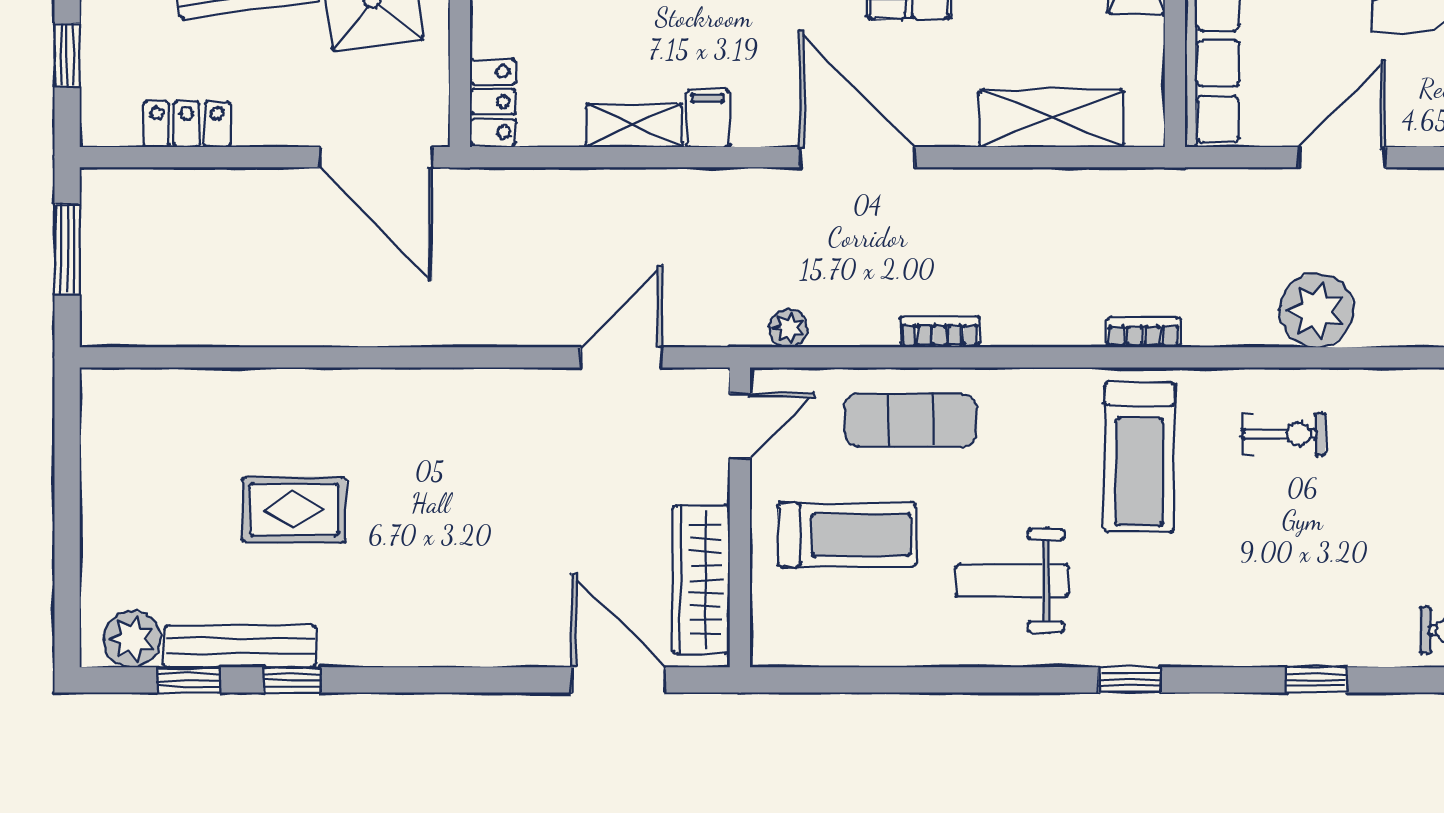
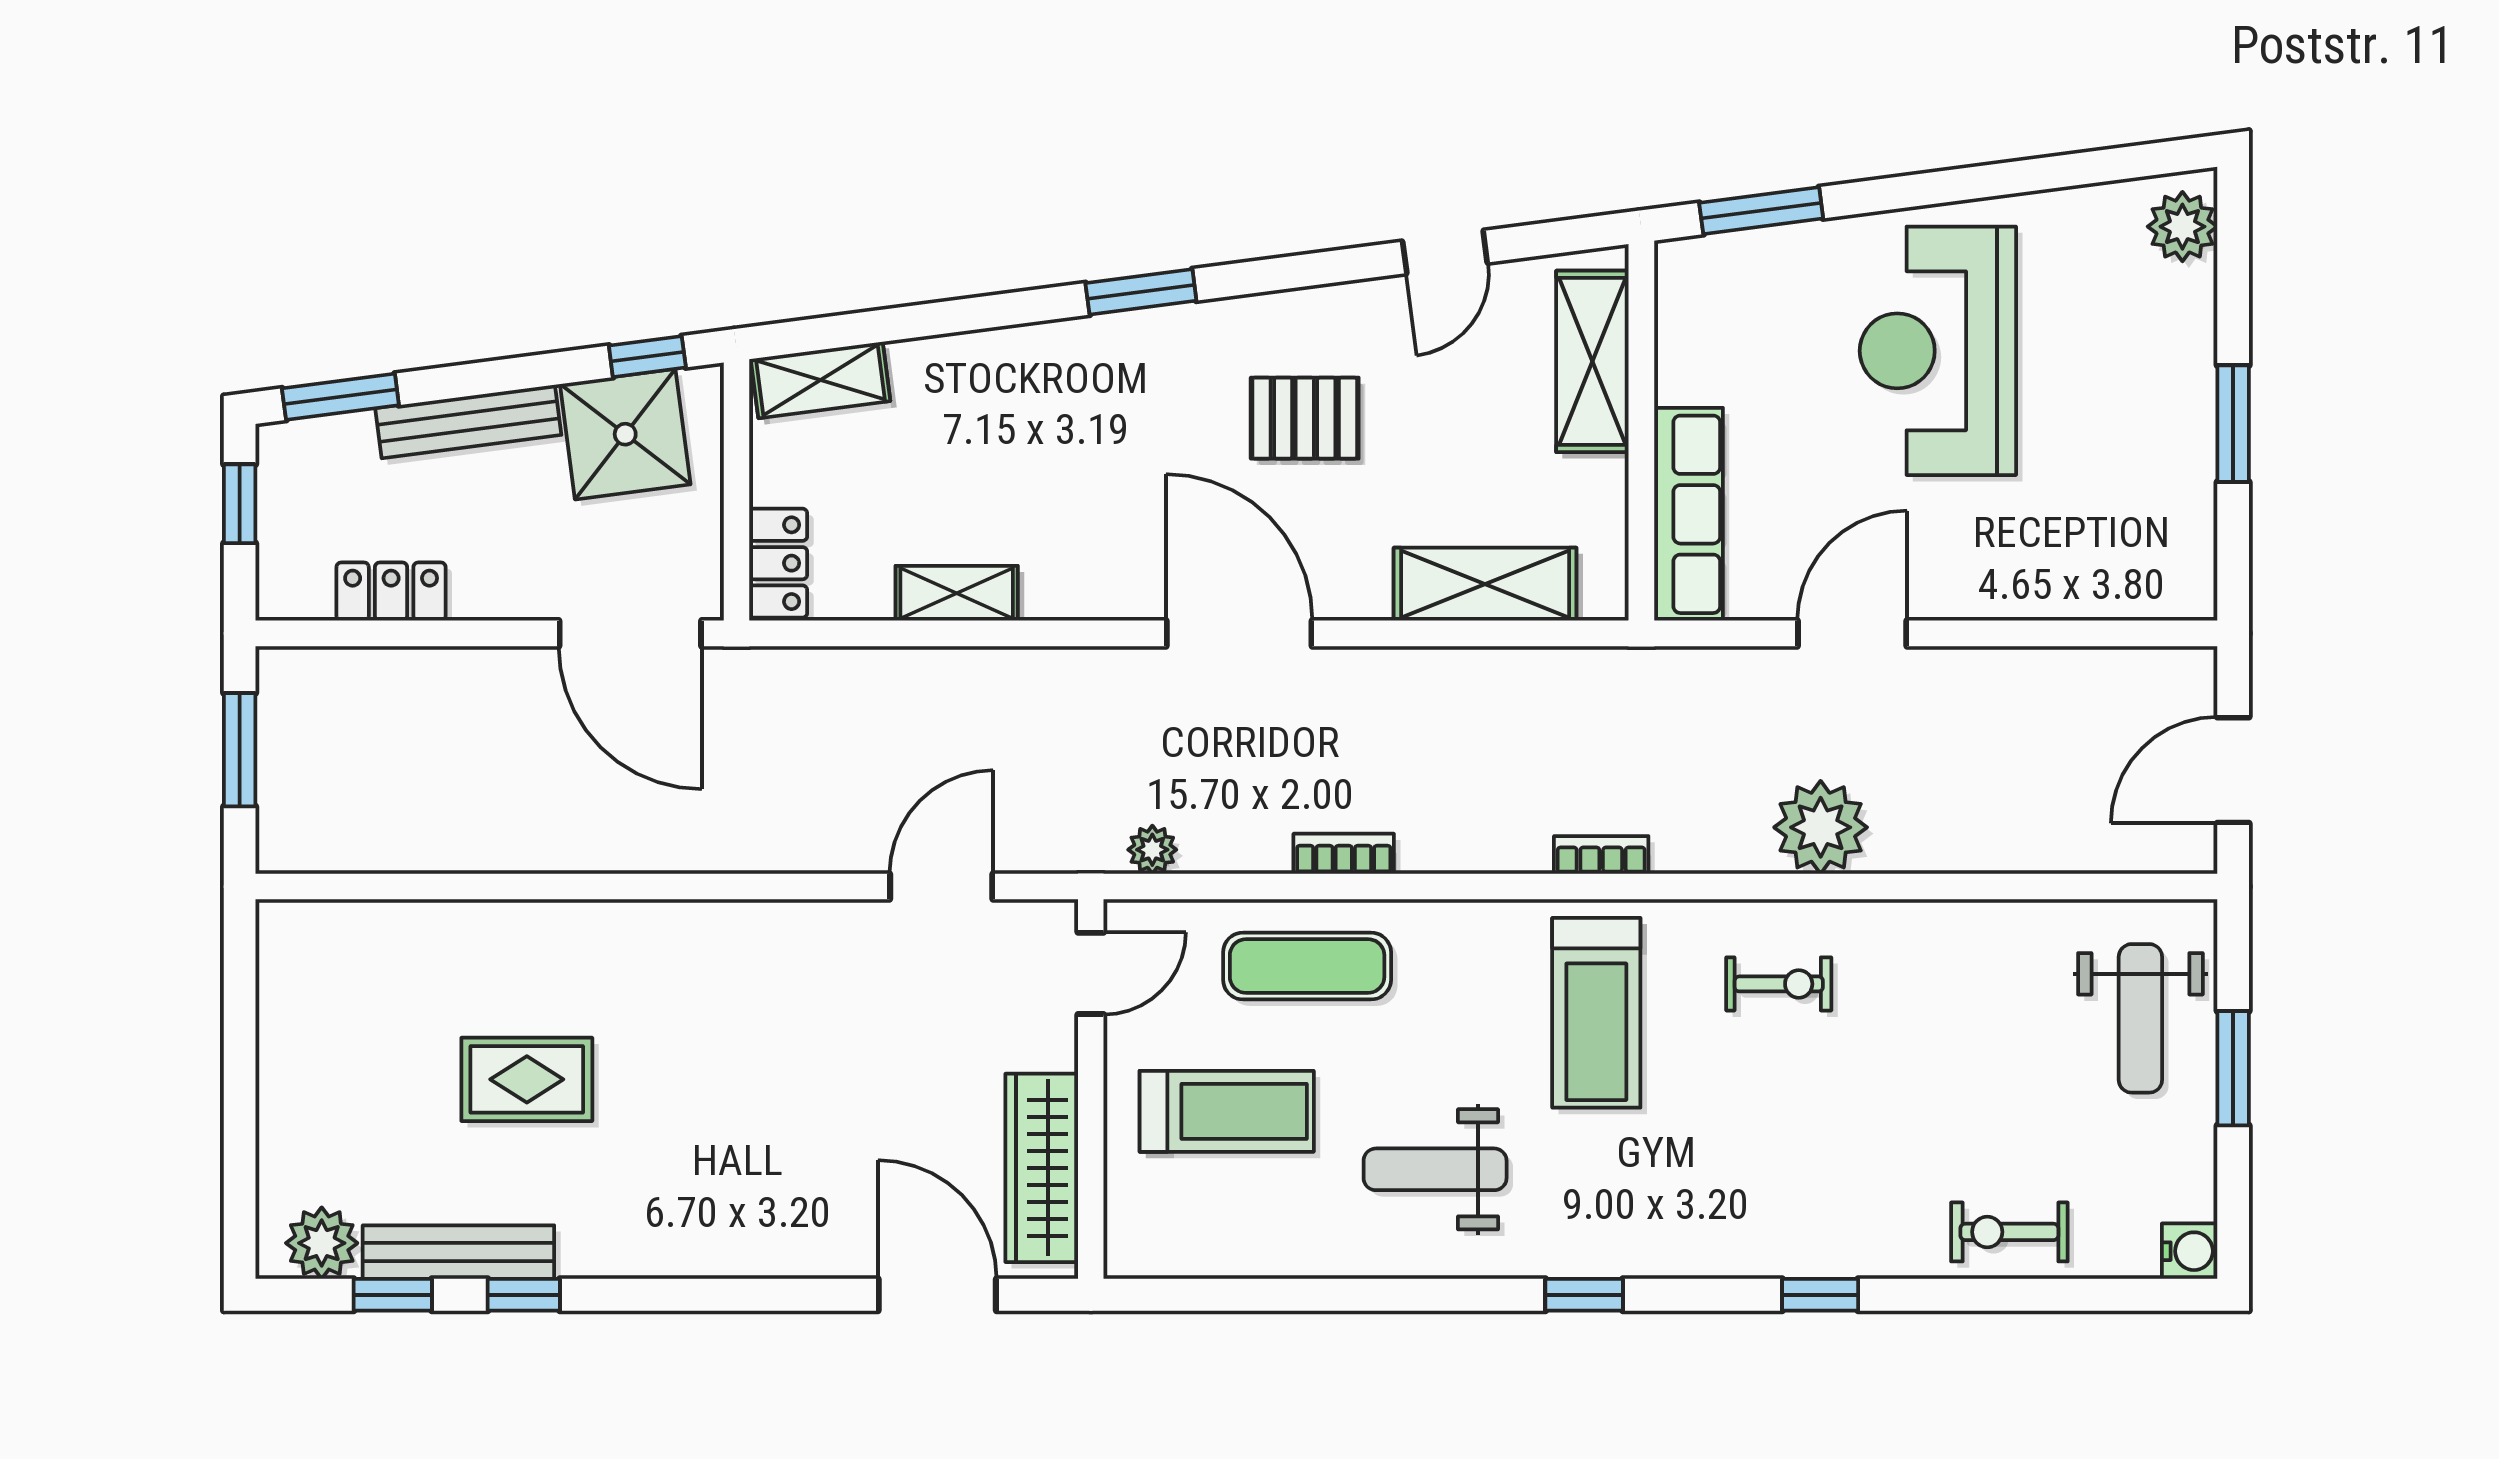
filing cabinet: (708, 118) -> (1050, 584), removed

